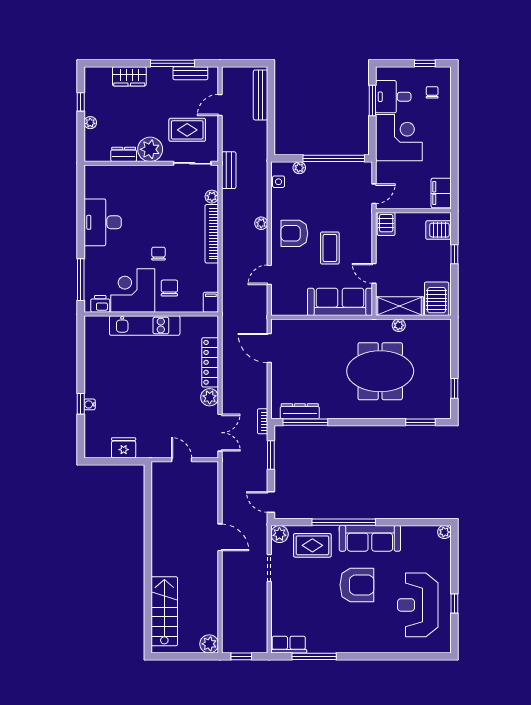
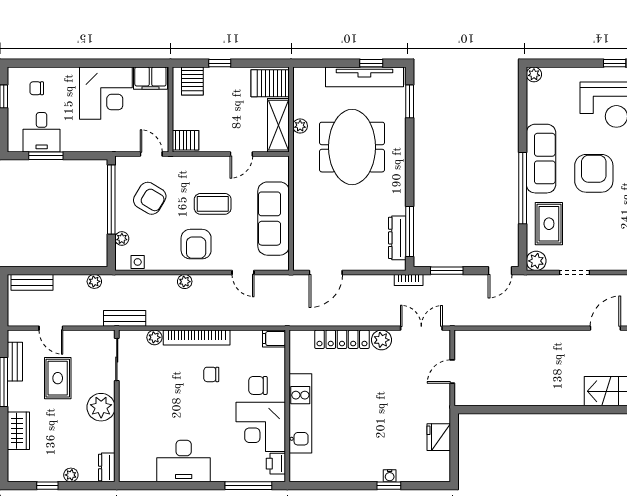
bench: (261, 95) -> (32, 282), width x0.73
rug: (187, 130) -> (58, 378), moved
corner desk: (399, 138) -> (106, 93), moved, turned 180
plant: (261, 143) -> (94, 281), added
dresser: (124, 154) -> (107, 467), moved
armchair: (335, 192) -> (150, 198), added
chair: (158, 254) -> (211, 374), moved
sofa: (340, 302) -> (274, 219), moved
tv unit: (442, 382) -> (364, 77), added
door: (220, 537) -> (605, 328), moved

